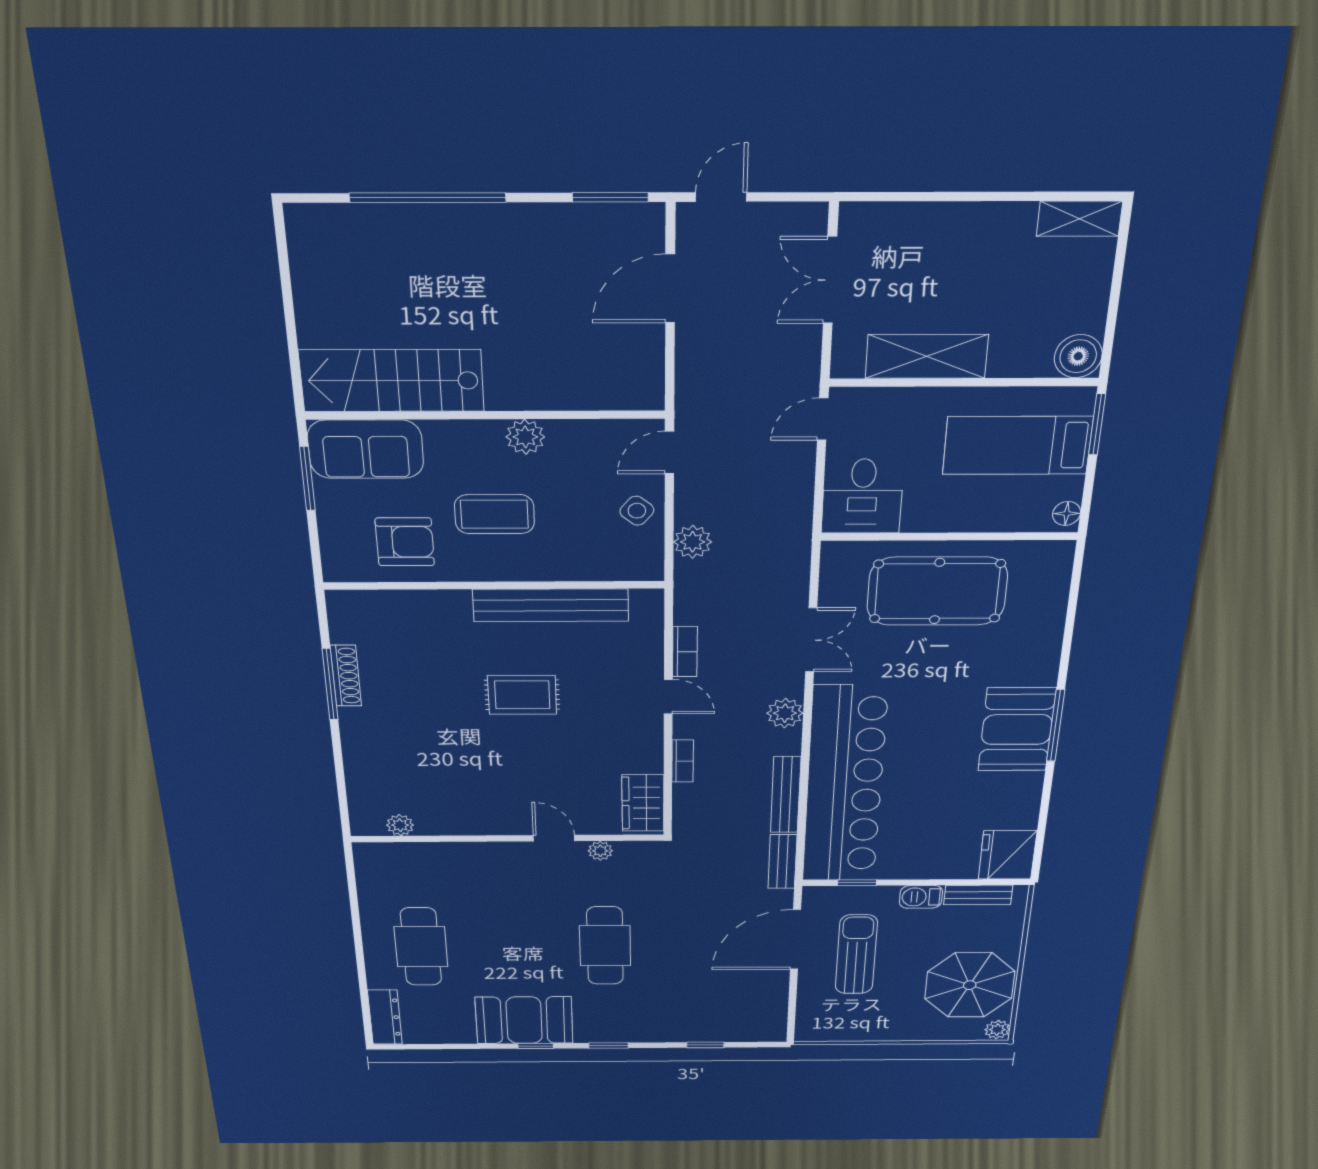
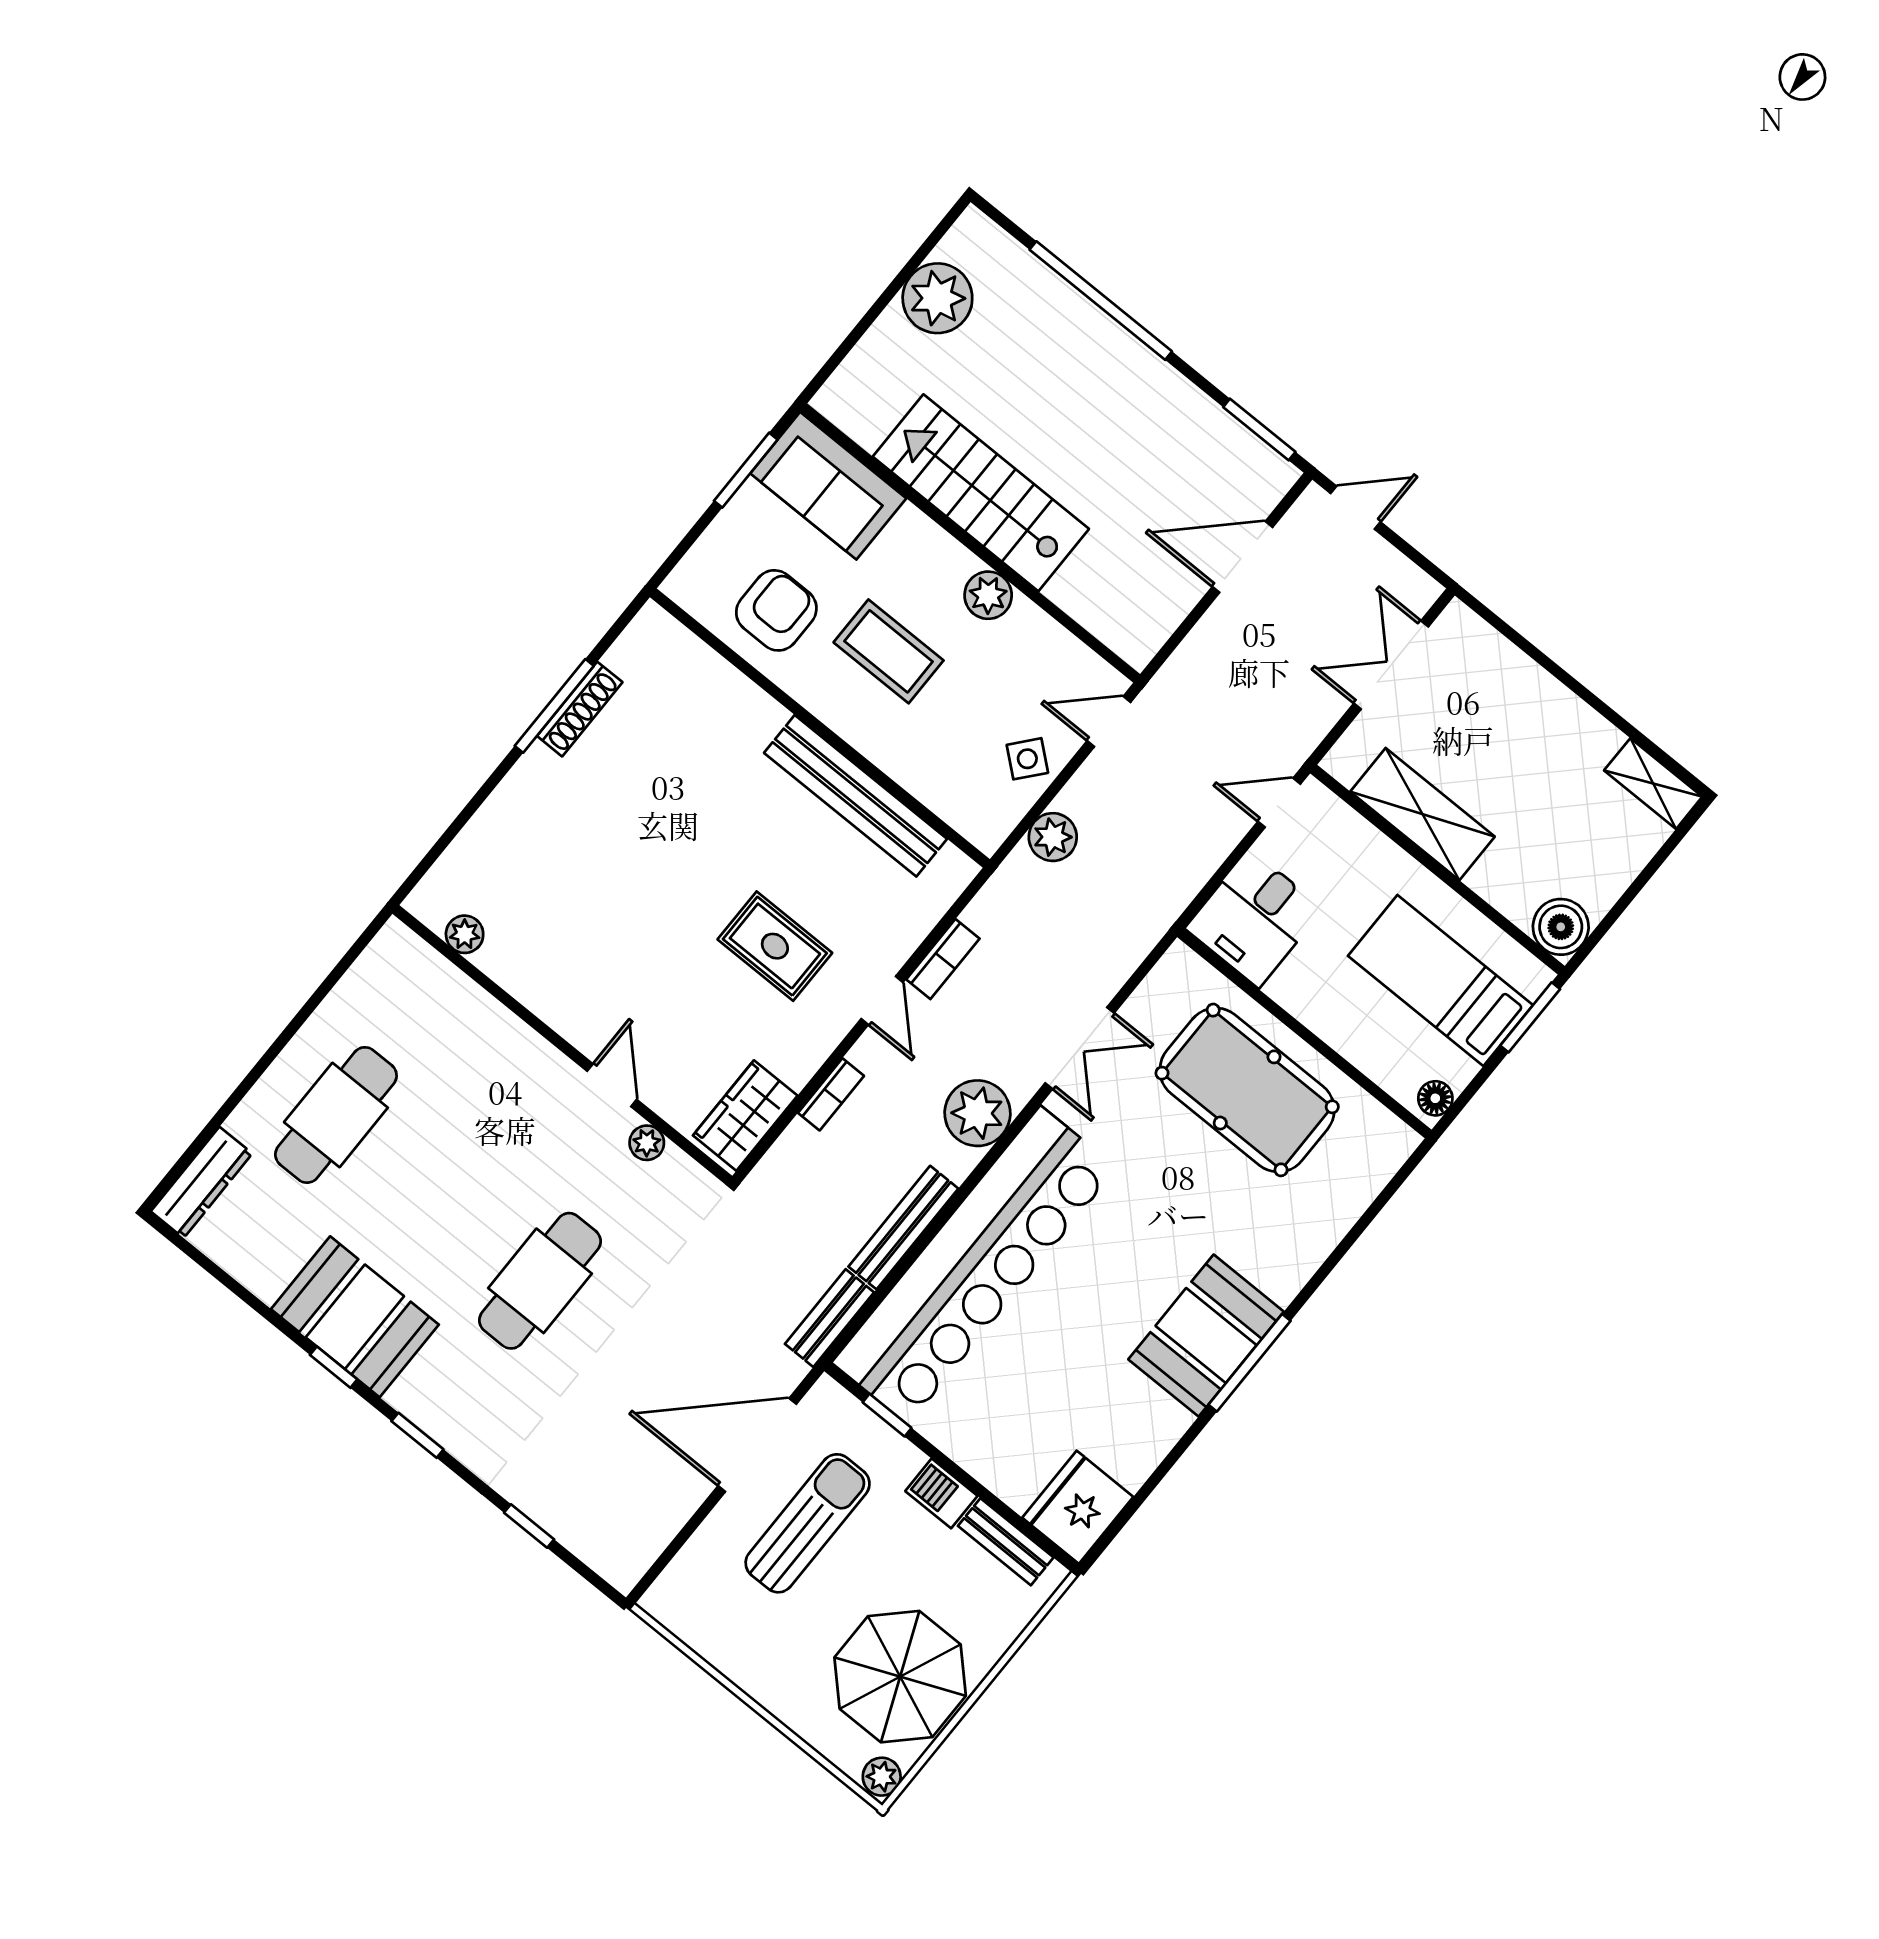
plant: (321, 283) -> (937, 298), added
stairs: (392, 381) -> (981, 493), moved
armchair: (405, 542) -> (776, 610), turned -90
rug: (522, 695) -> (775, 946), moved
plant: (785, 713) -> (977, 1113), width x1.36, depth x1.36

